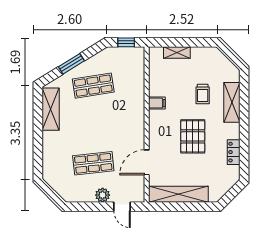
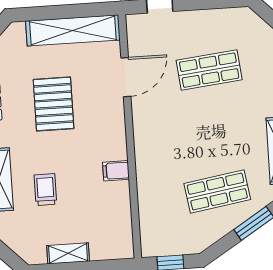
shelving: (177, 53) -> (68, 253), moved
pallet: (193, 136) -> (54, 104), moved
plant: (103, 195) -> (191, 21), removed

